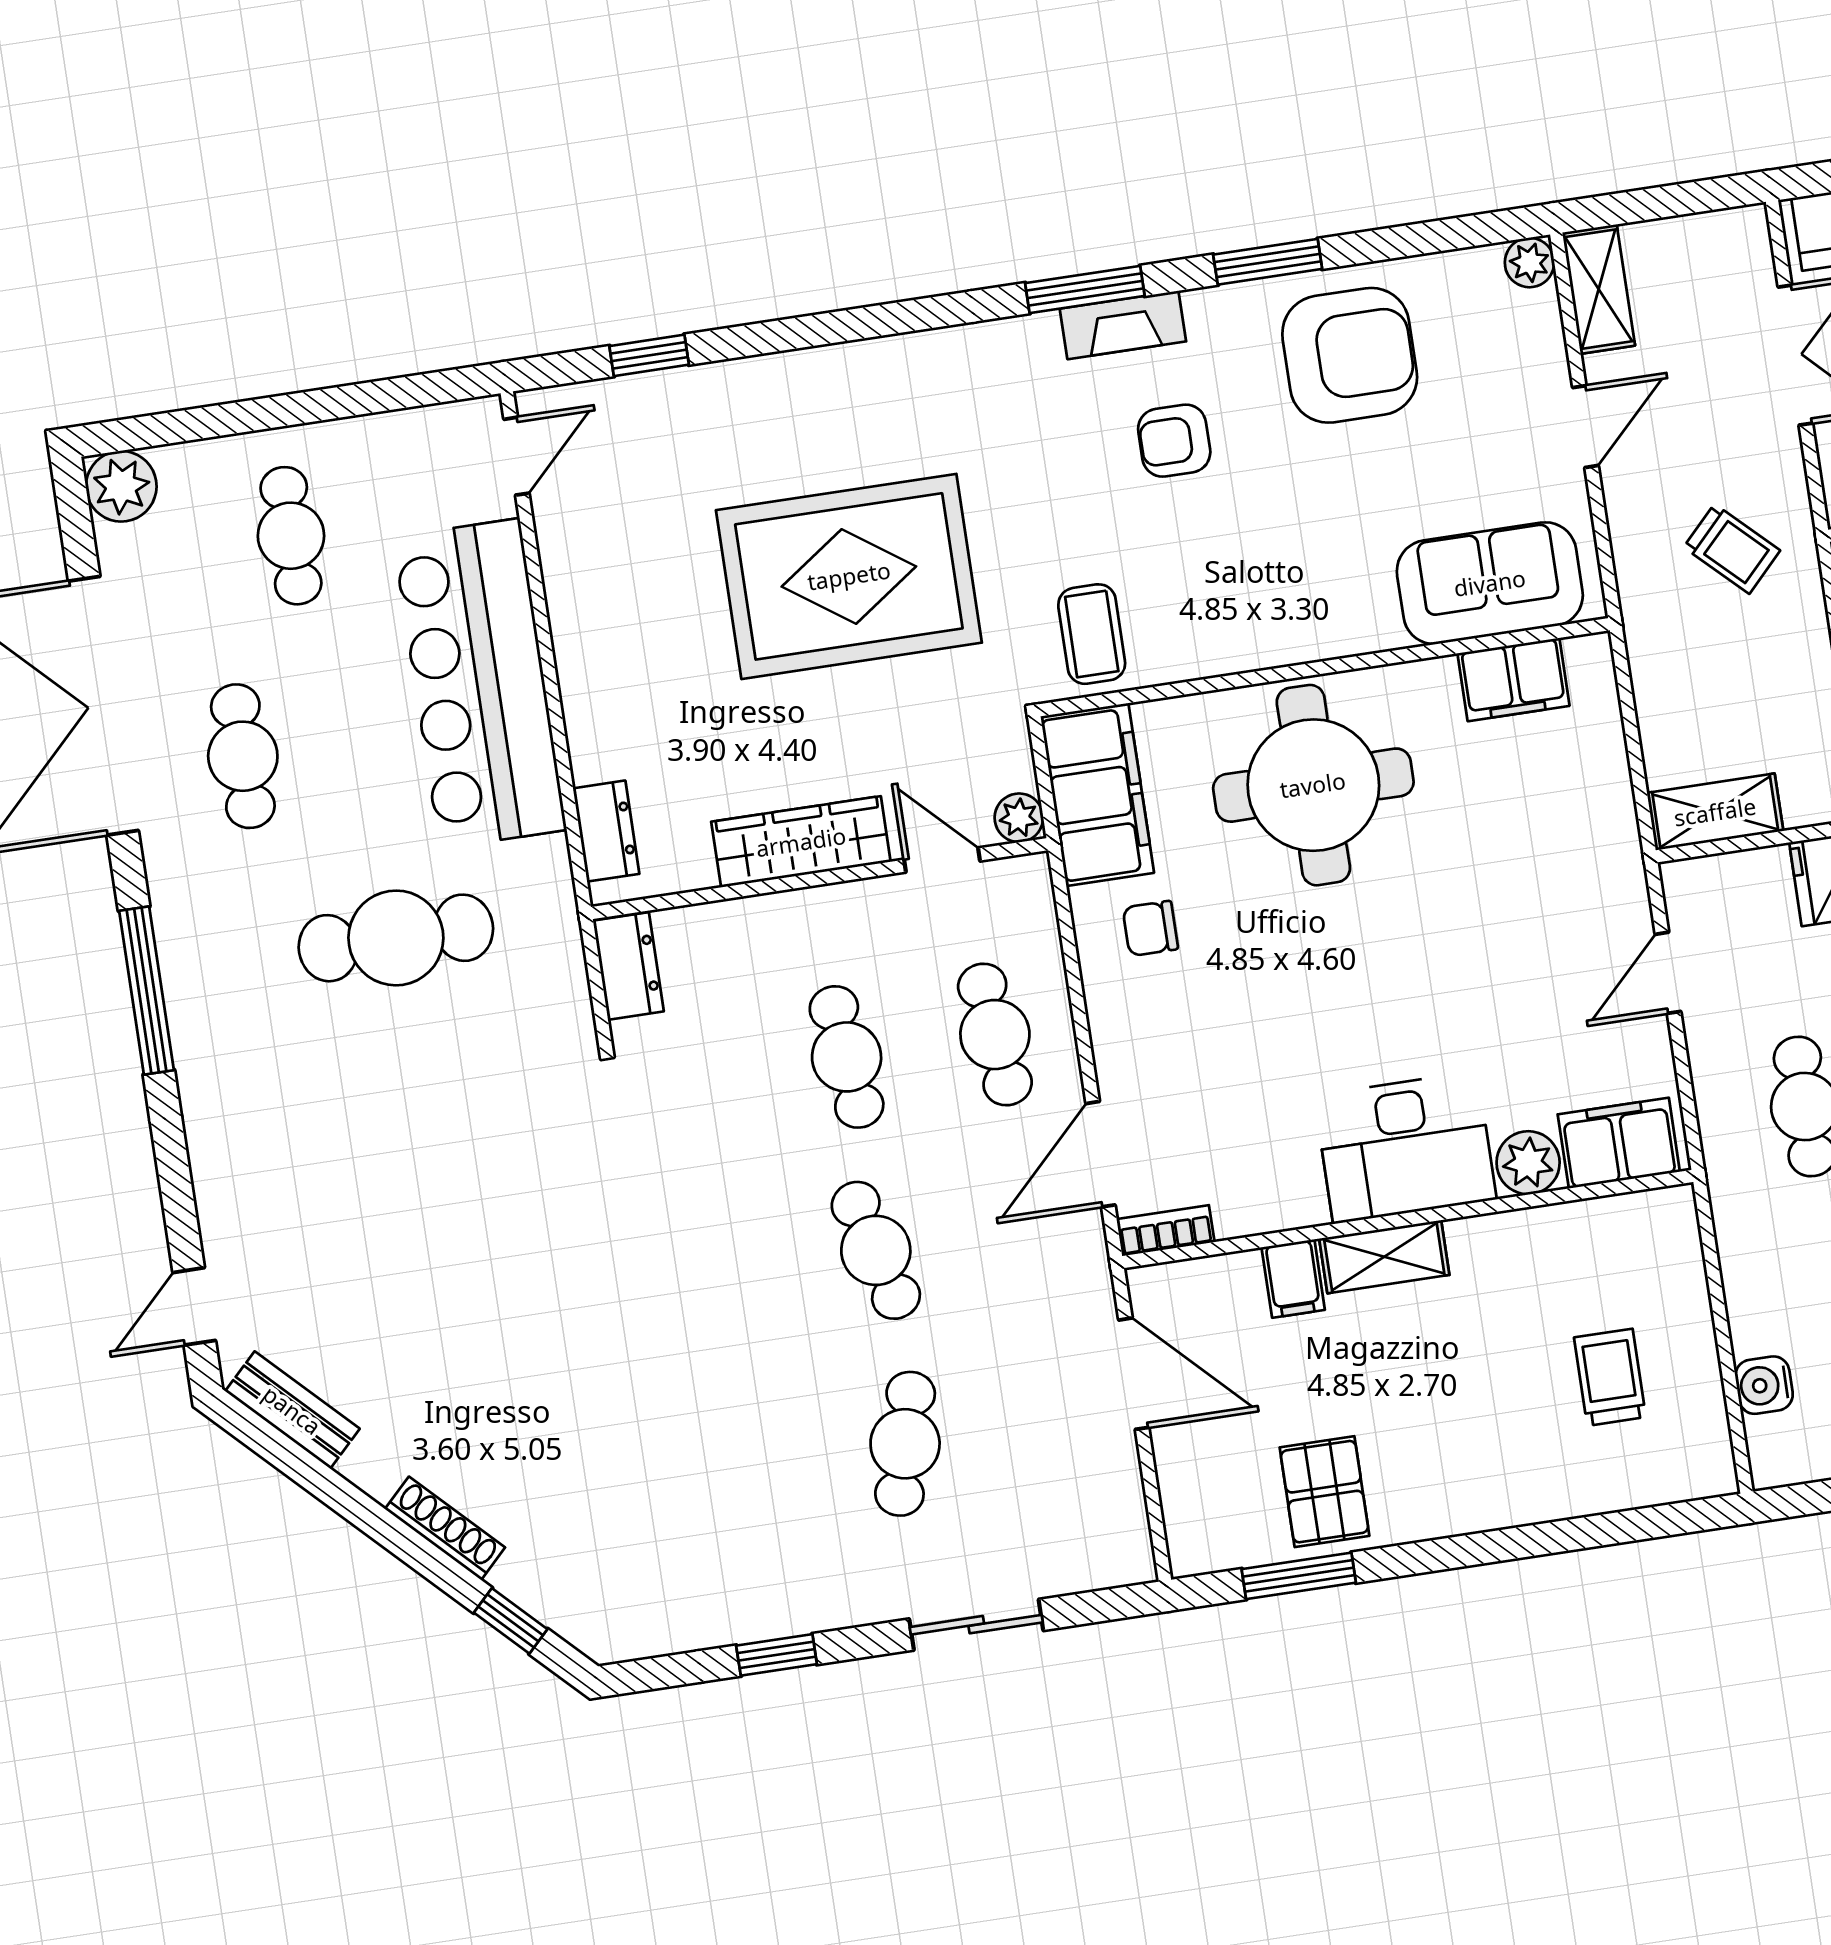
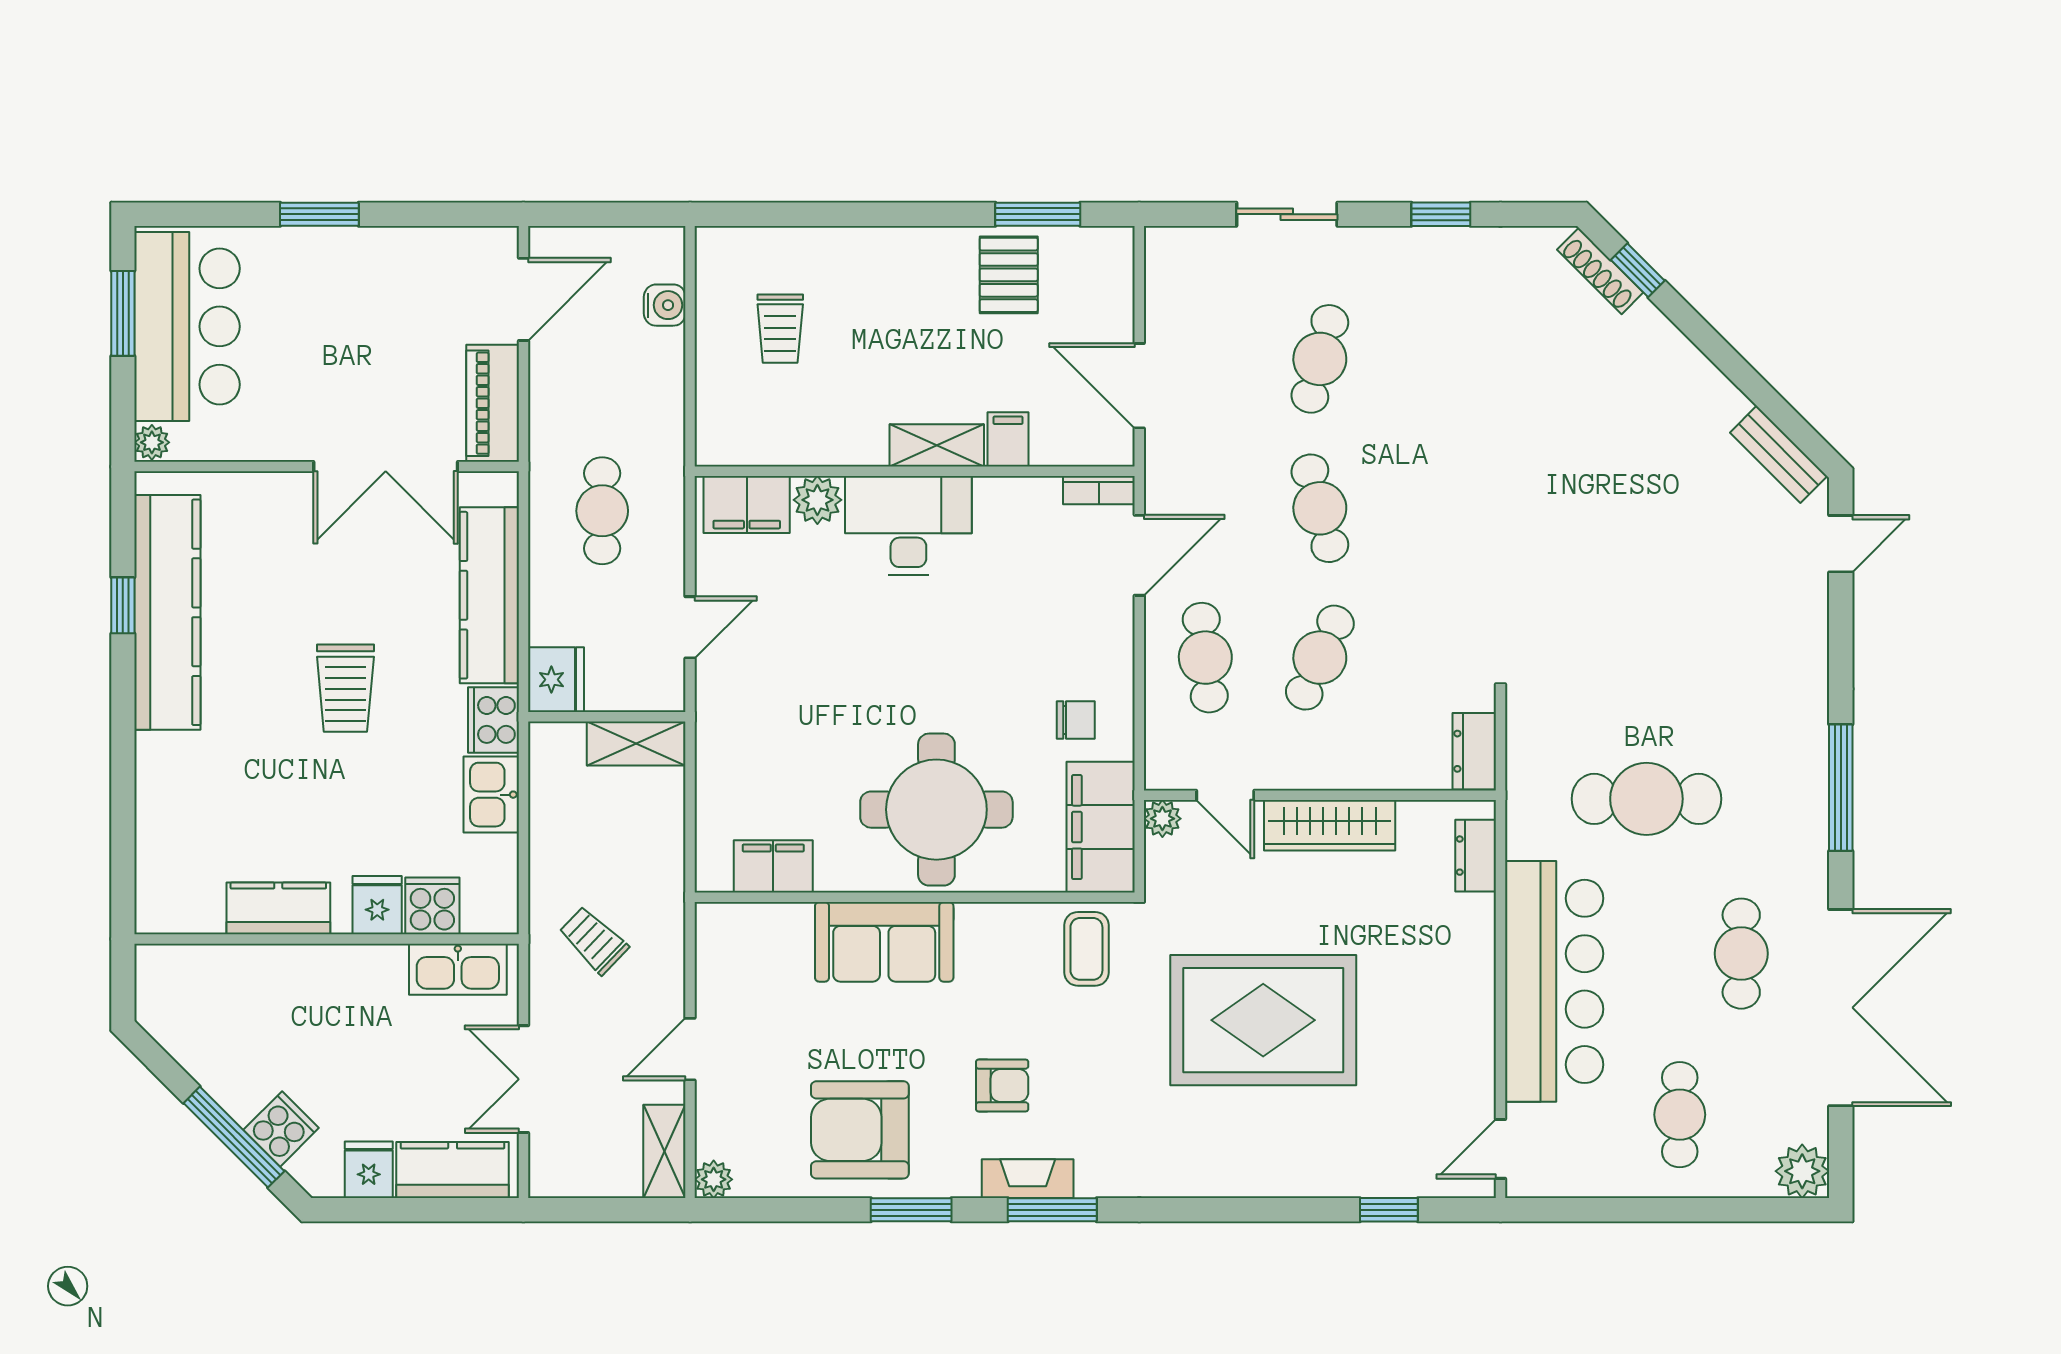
sofa: (1490, 583) -> (884, 942), moved
cafe table: (847, 1057) -> (1320, 658), turned 30
shoe rack: (445, 1528) -> (1600, 271), moved

